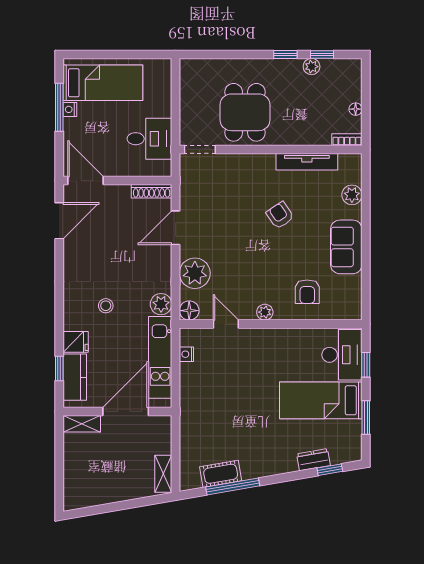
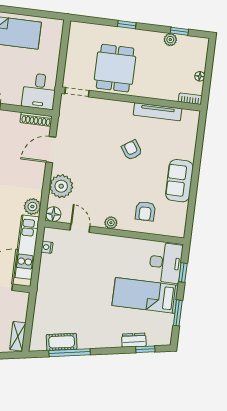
window: (285, 54) -> (127, 25), moved
desk: (149, 139) -> (39, 91), moved, turned 90
plant: (352, 195) -> (189, 141), removed

